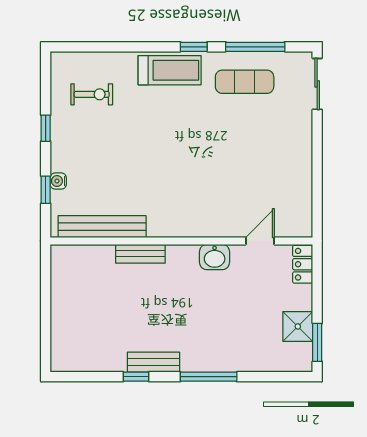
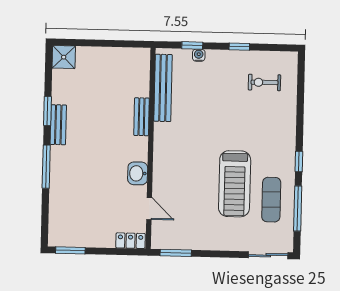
treadmill: (170, 70) -> (235, 184), moved, width x1.37, depth x1.37
exercise bike: (92, 94) -> (264, 82), turned 90
window: (317, 205) -> (176, 253), added
shower: (298, 326) -> (64, 57), moved
window: (136, 377) -> (48, 111), width x1.50

